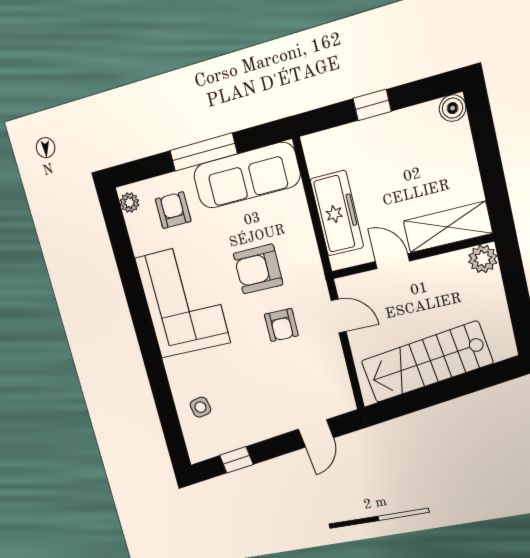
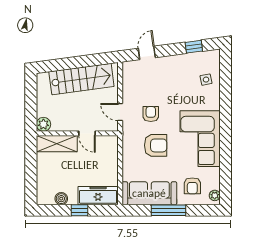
boiler: (453, 108) -> (61, 199), moved
freezer: (337, 213) -> (98, 196), moved, turned 90

